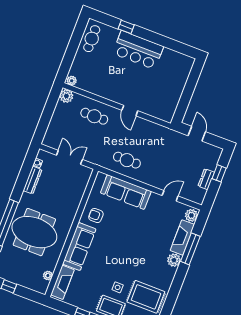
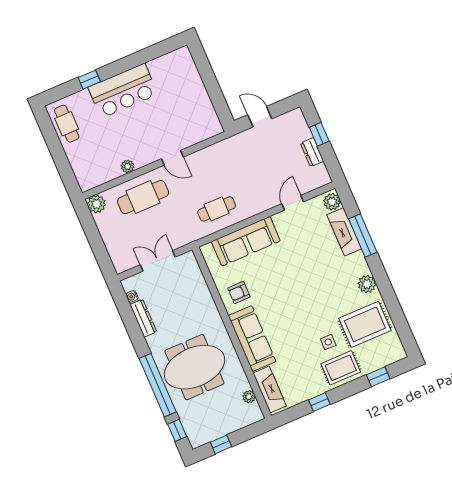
plant: (72, 81) -> (128, 166), moved
cafe table: (94, 116) -> (143, 197), width x1.37, depth x1.35
plant: (174, 260) -> (367, 284), moved

